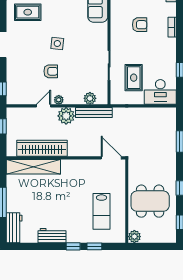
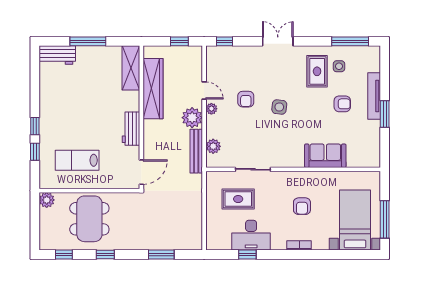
desk: (160, 92) -> (251, 235), moved, turned -90
shelving: (33, 167) -> (131, 68), width x0.68
workbench: (52, 236) -> (131, 129), moved, turned 180

